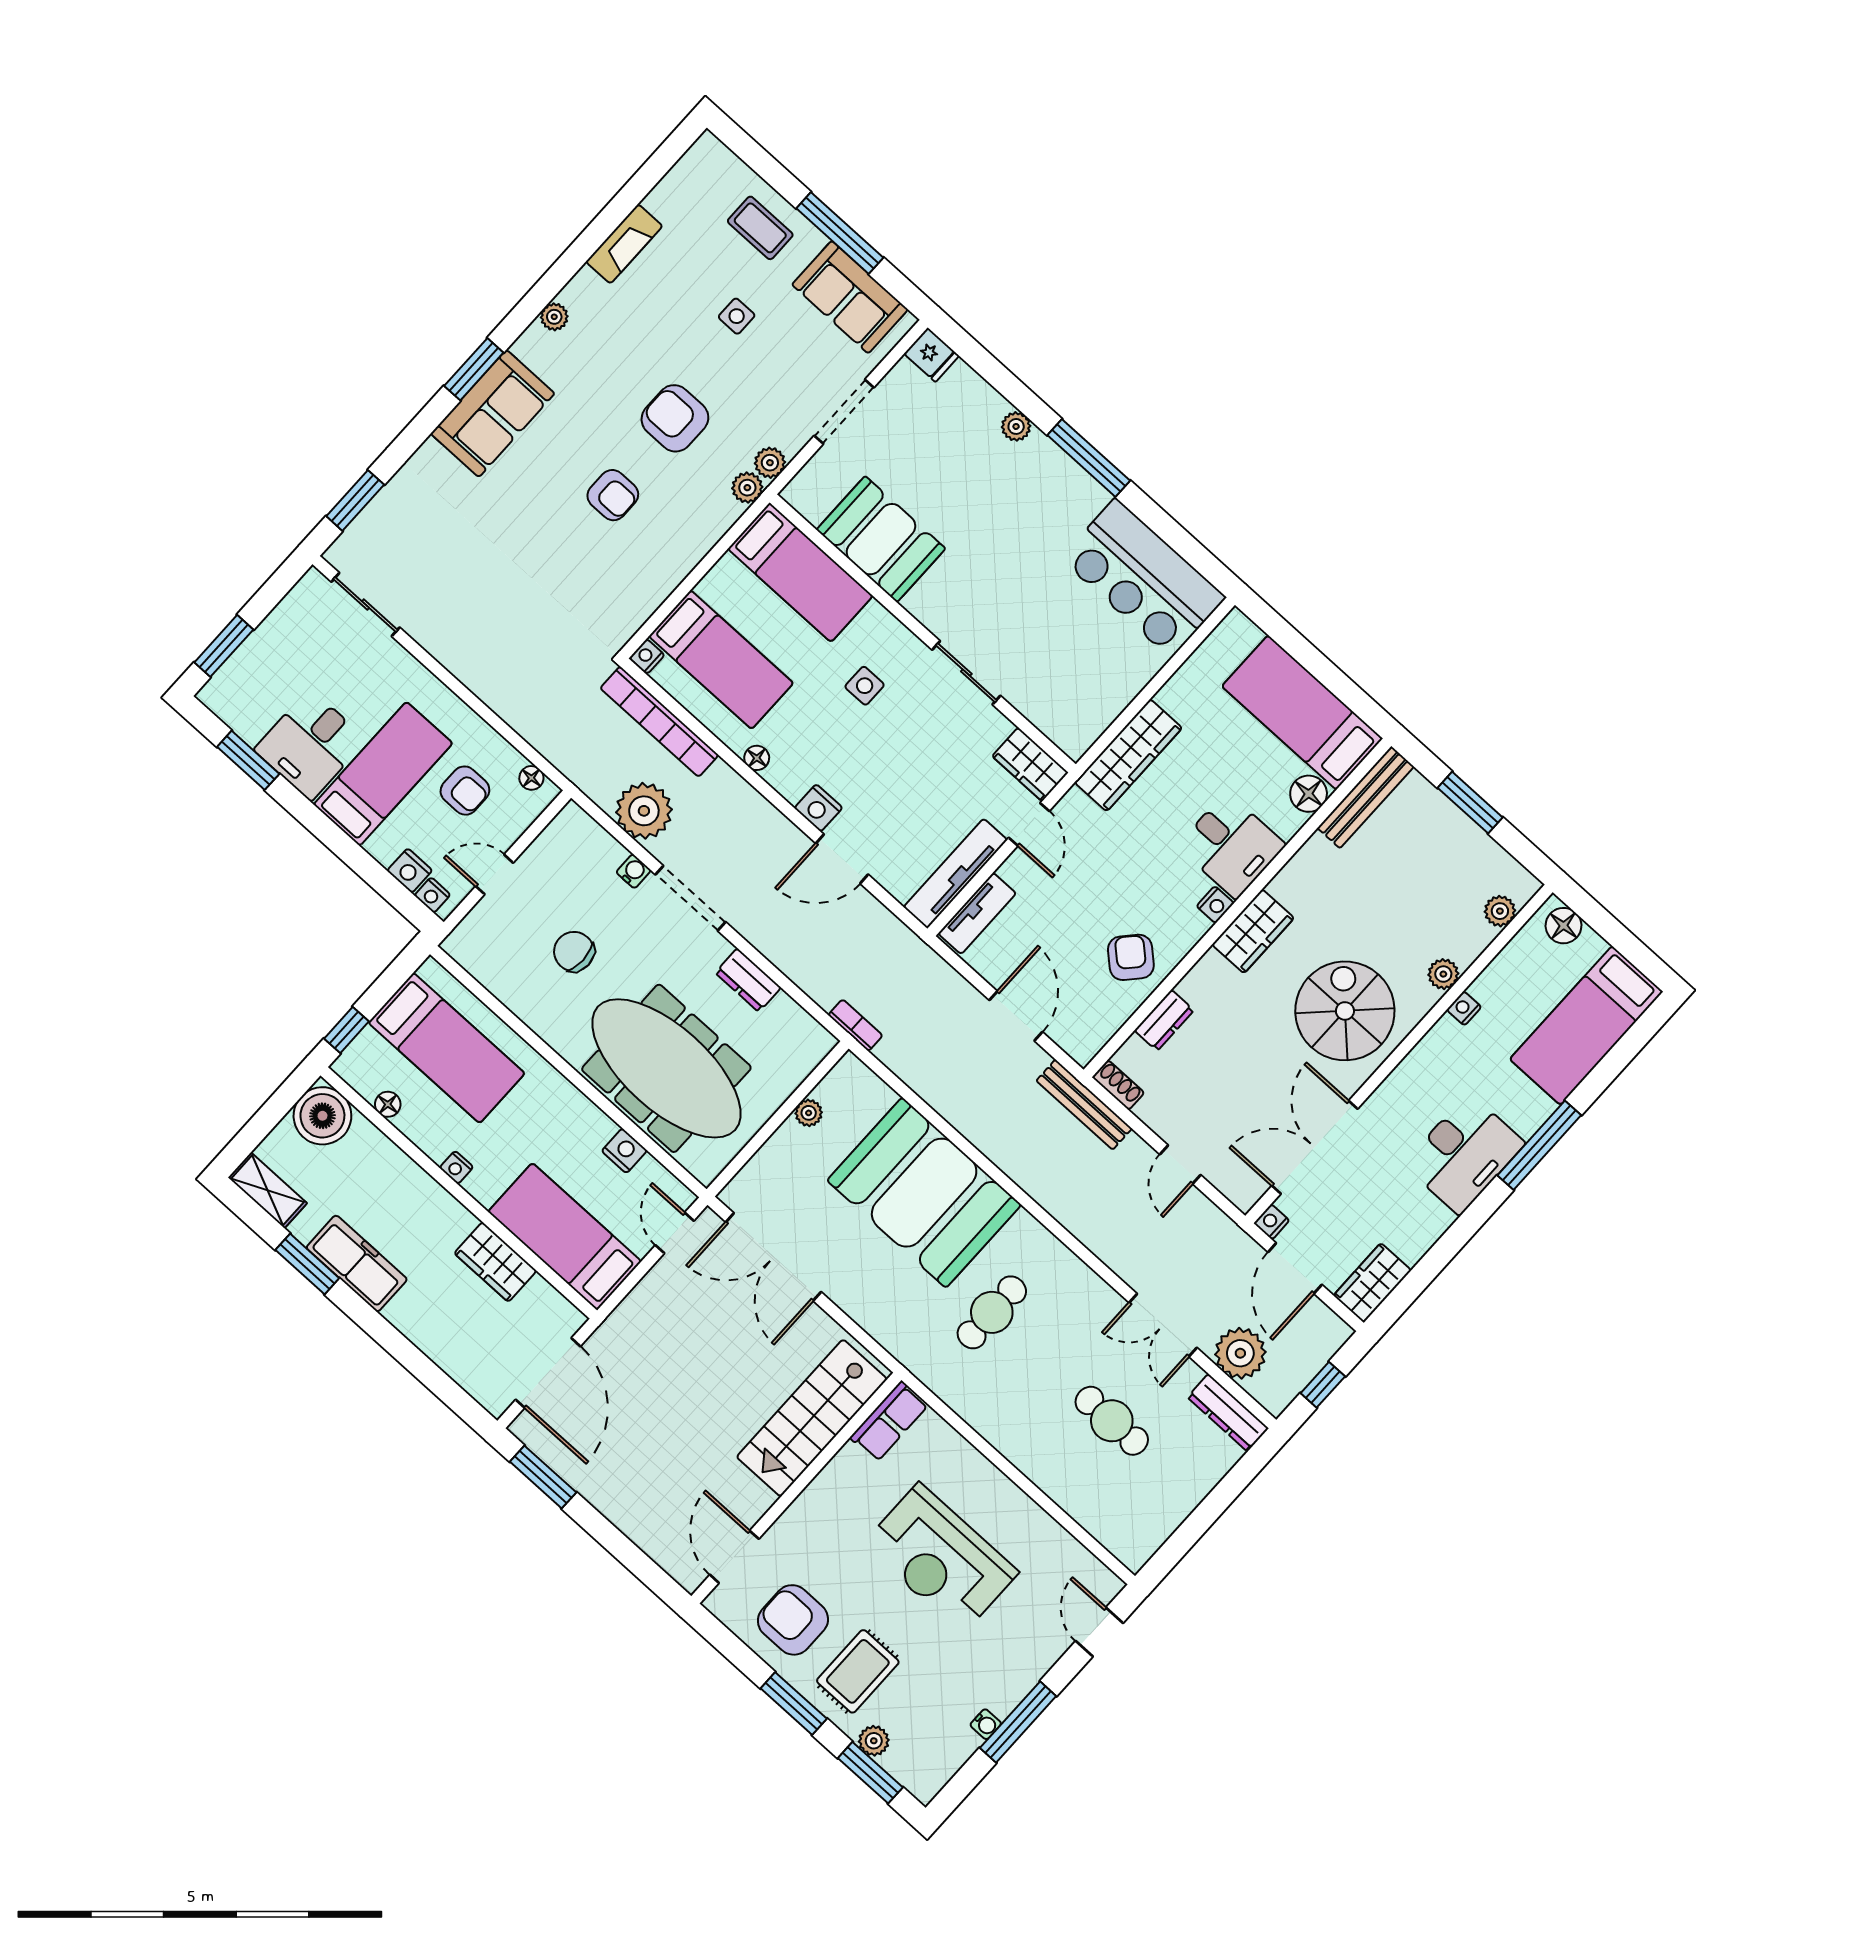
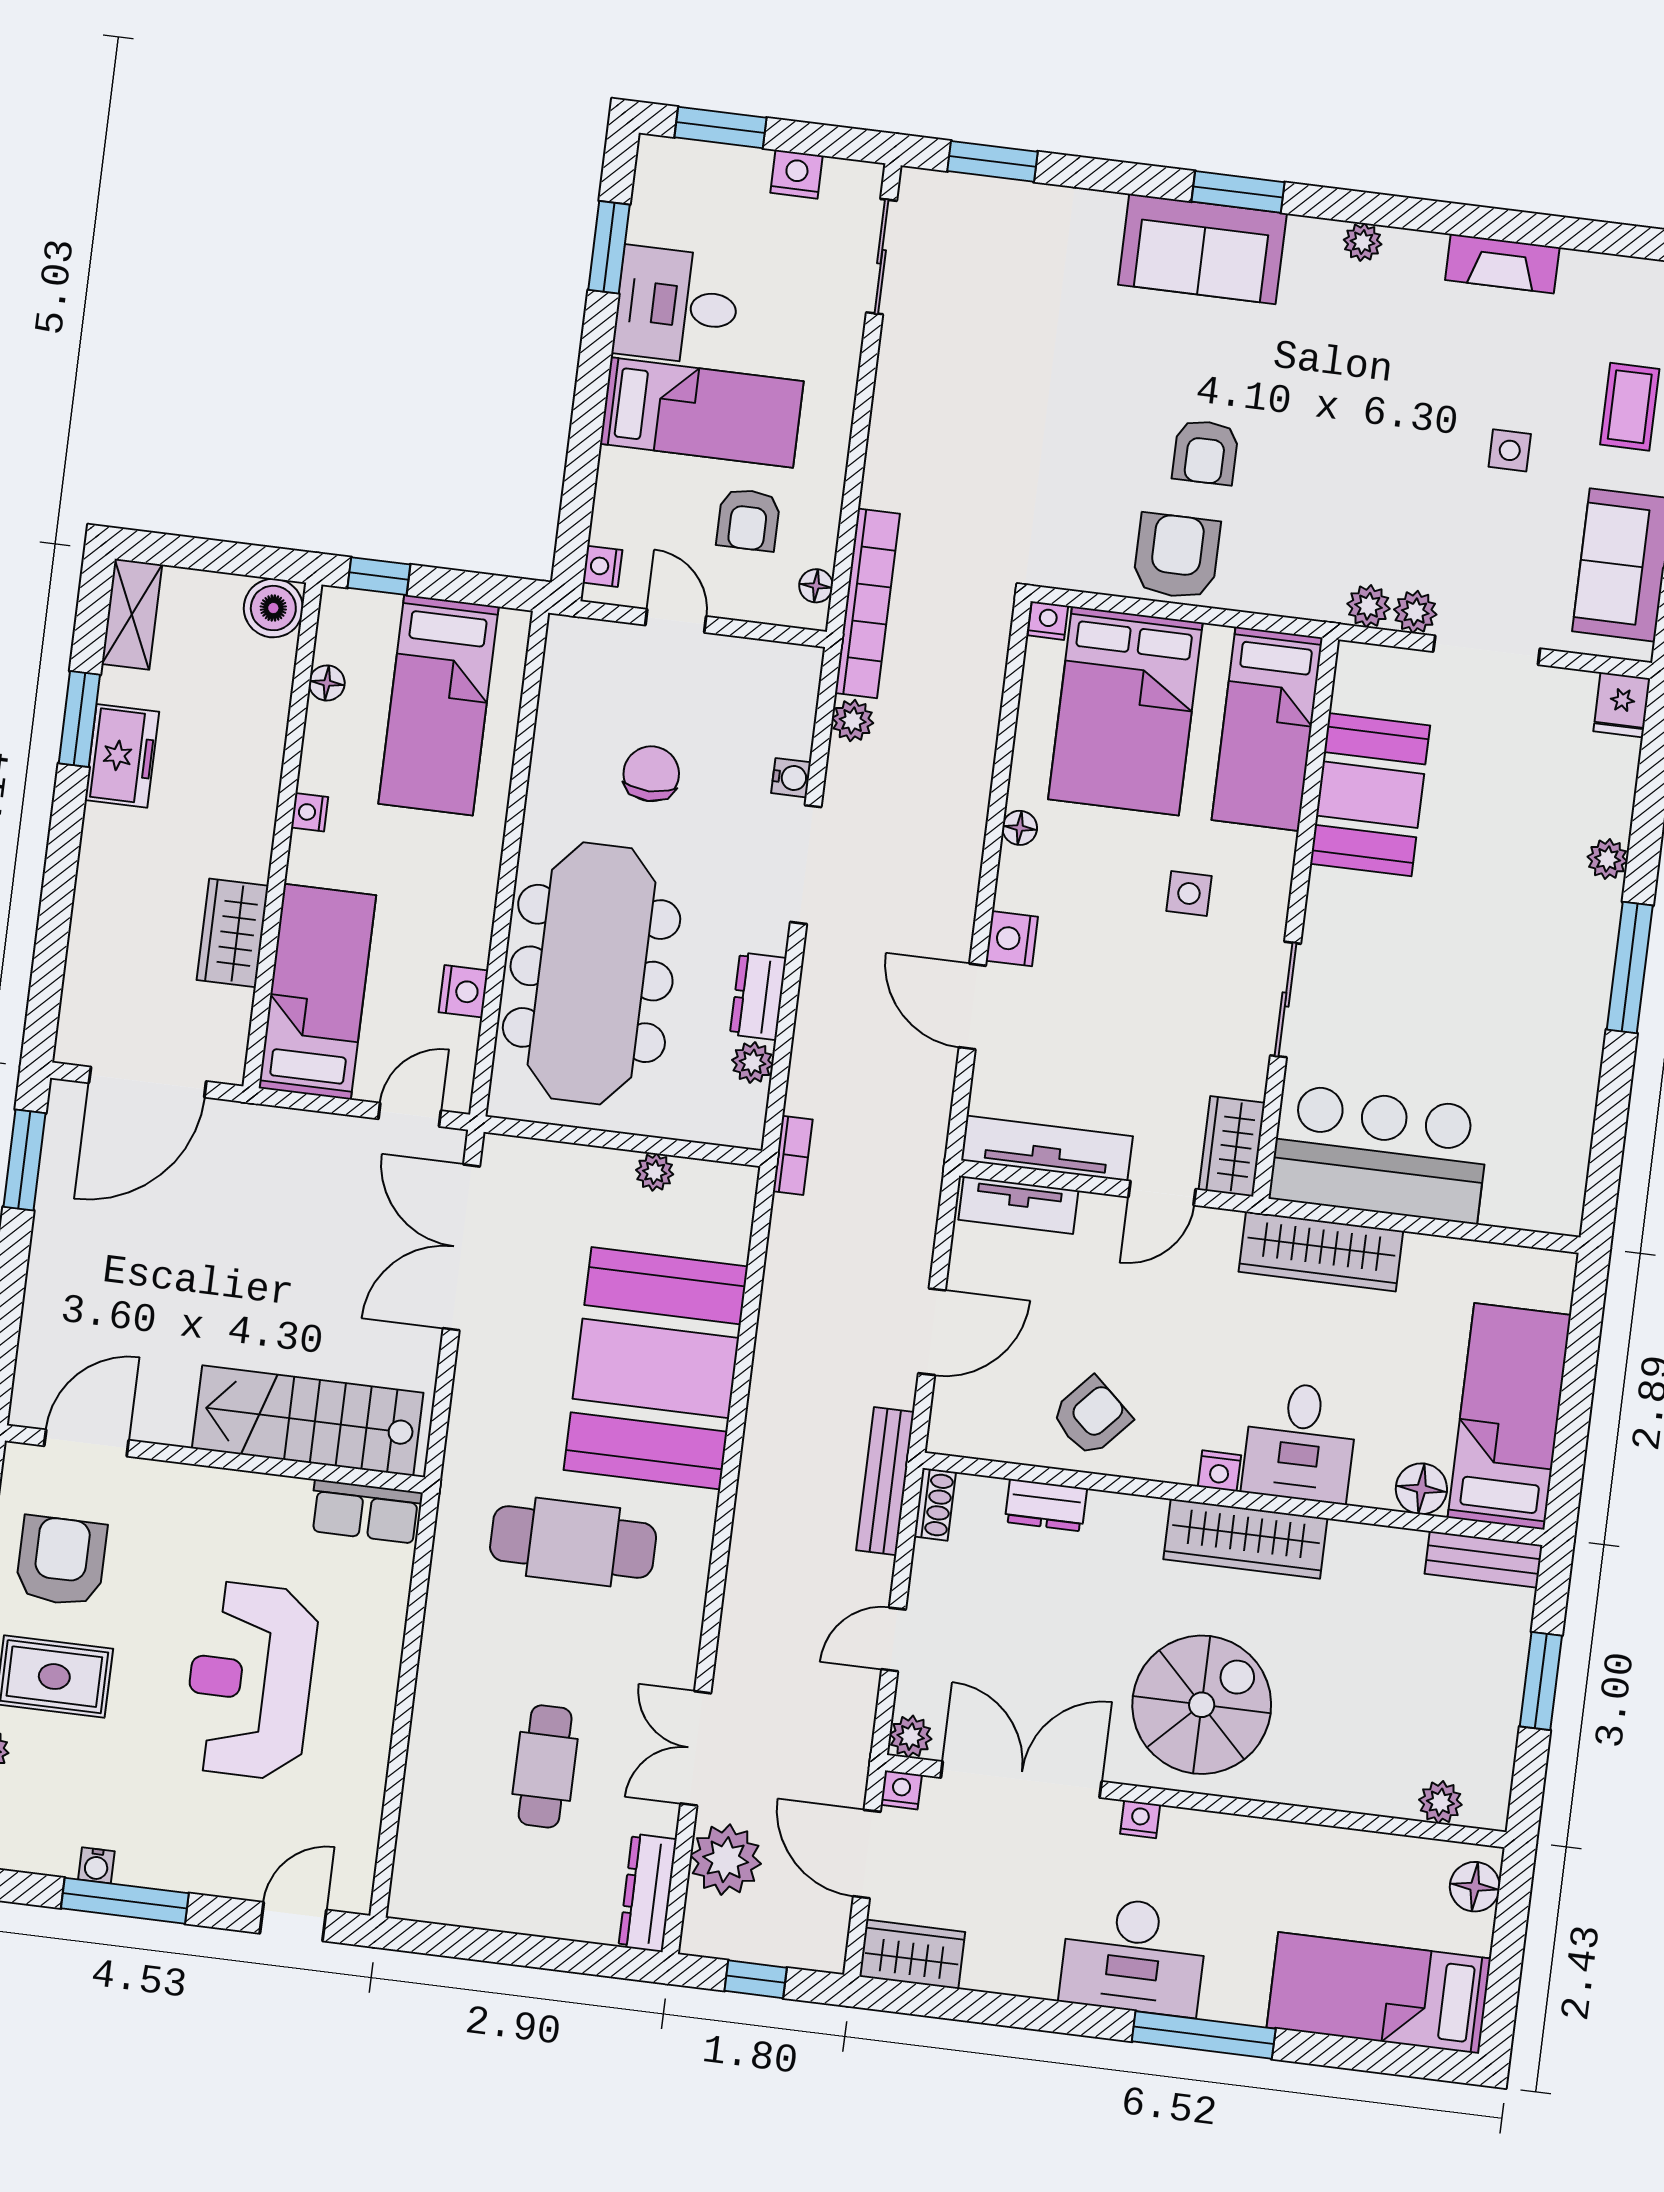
armchair: (675, 418) -> (1177, 556), moved
plant: (747, 488) -> (1415, 612), moved
bar counter: (1143, 578) -> (1380, 1154), moved, turned 90
bed: (721, 660) -> (1125, 711), width x1.50
bookcase: (659, 722) -> (867, 603), moved, turned 180
bench: (1366, 797) -> (1484, 1560), width x0.73
plant: (644, 811) -> (853, 721), width x0.53, depth x0.53
nightstand: (410, 871) -> (797, 174), moved, turned 90
wardrobe: (1253, 931) -> (1245, 1539), width x1.50
plant: (1443, 974) -> (911, 1737), moved
nightstand: (1464, 1008) -> (1140, 1819), moved
plant: (785, 1011) -> (753, 1063), added
boiler: (322, 1116) -> (273, 608), width x0.73, depth x0.73
freezer: (357, 1263) -> (122, 756), width x0.71
door: (1295, 1268) -> (867, 1854), hinge flipped
cafe table: (992, 1312) -> (573, 1542), width x1.37, depth x1.35

